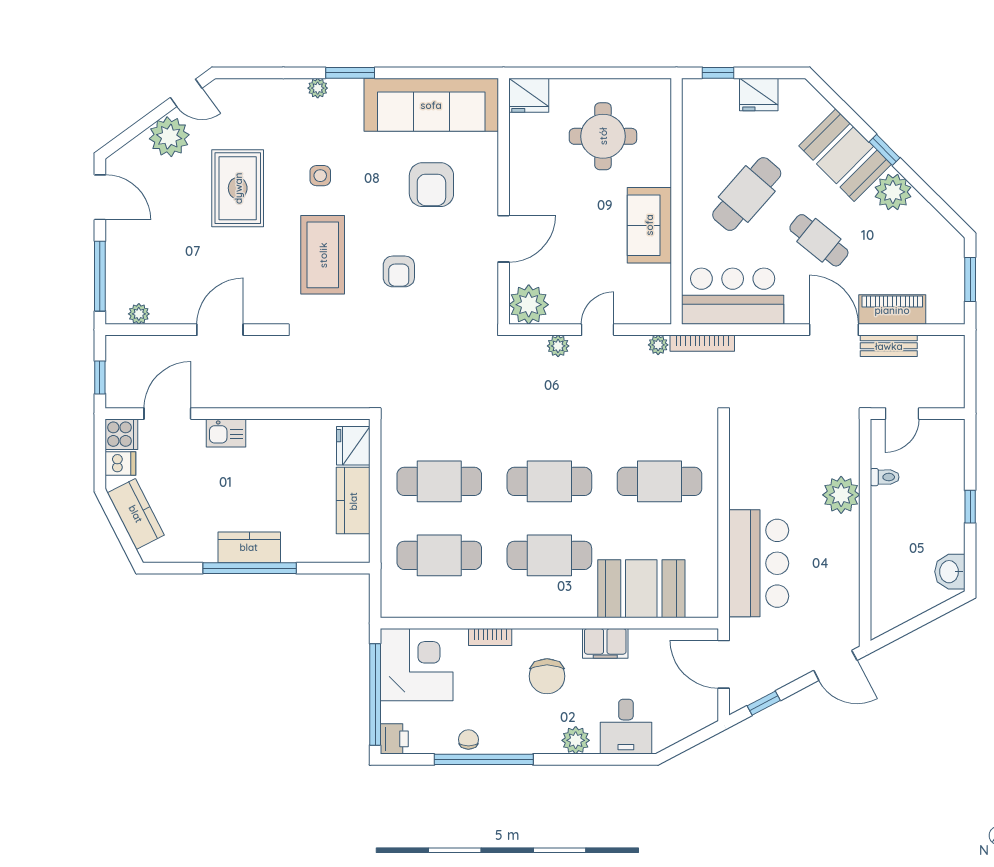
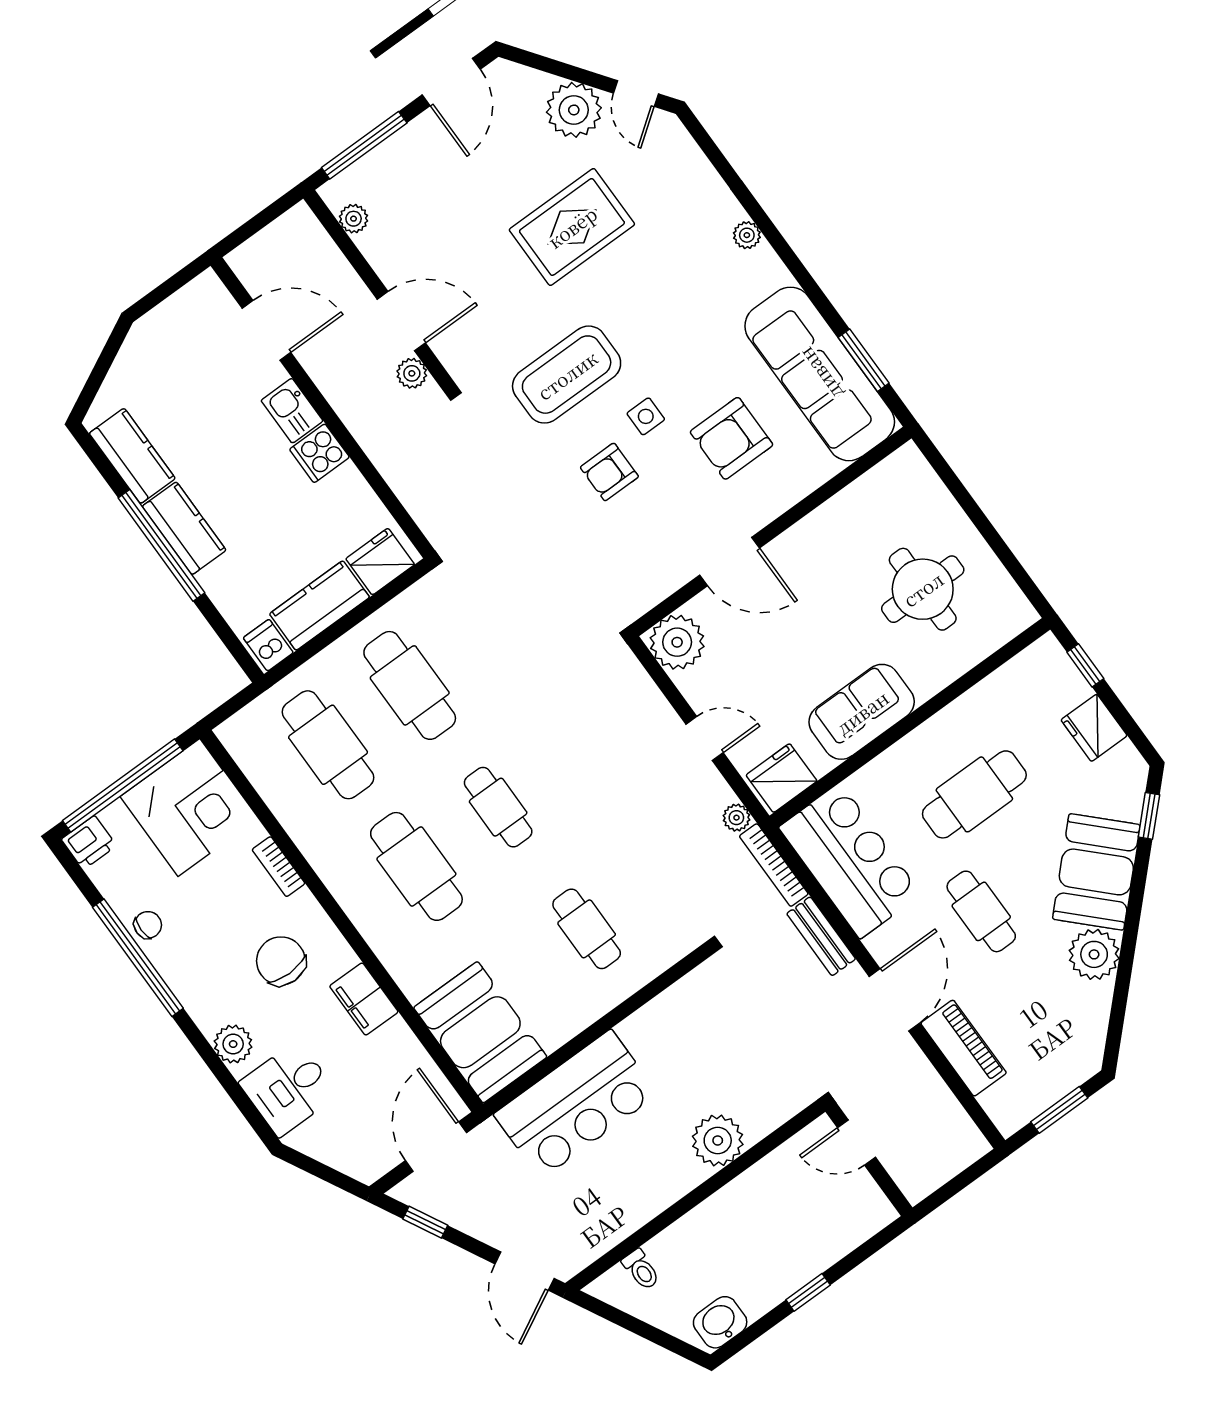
window: (350, 73) -> (864, 360), moved
fridge: (529, 95) -> (782, 778), moved, turned 90
window: (884, 150) -> (1149, 816), moved
side table: (320, 176) -> (646, 416), moved
cafe table: (747, 194) -> (974, 794), turned -41
cafe table: (819, 240) -> (981, 911), turned -39
plant: (558, 346) -> (412, 373), moved
bench: (889, 346) -> (821, 936), moved
window: (100, 377) -> (252, 227), removed
cooker: (121, 434) -> (319, 453), moved, turned 90
dishwasher: (120, 463) -> (268, 645), moved, turned 180
toilet: (885, 477) -> (641, 1270), moved
cafe table: (549, 481) -> (498, 807), width x0.73, depth x0.74
cafe table: (659, 481) -> (587, 929), width x0.73, depth x0.74
kitchen counter: (136, 514) -> (132, 456), moved, turned -63
booth: (641, 589) -> (480, 1032), moved
chair: (547, 676) -> (281, 961), turned 90

